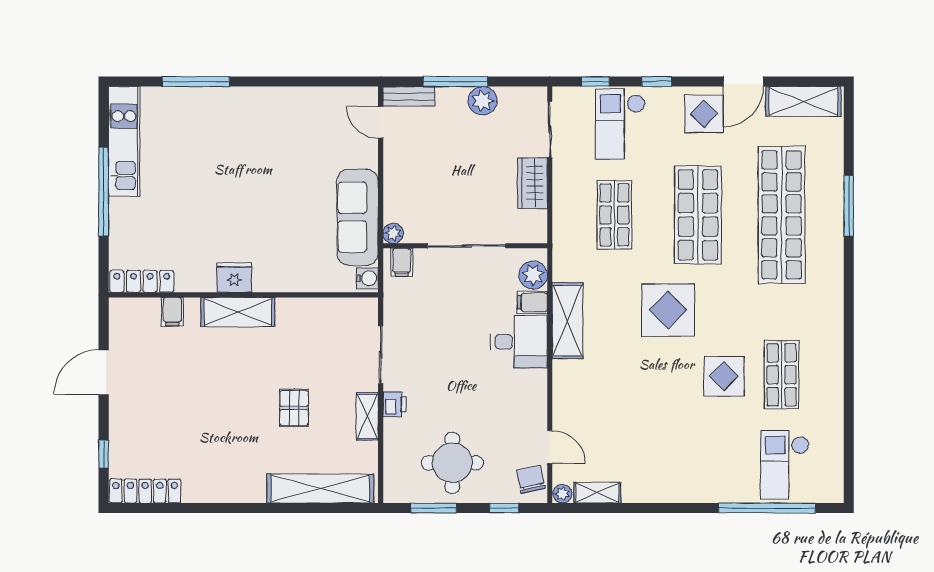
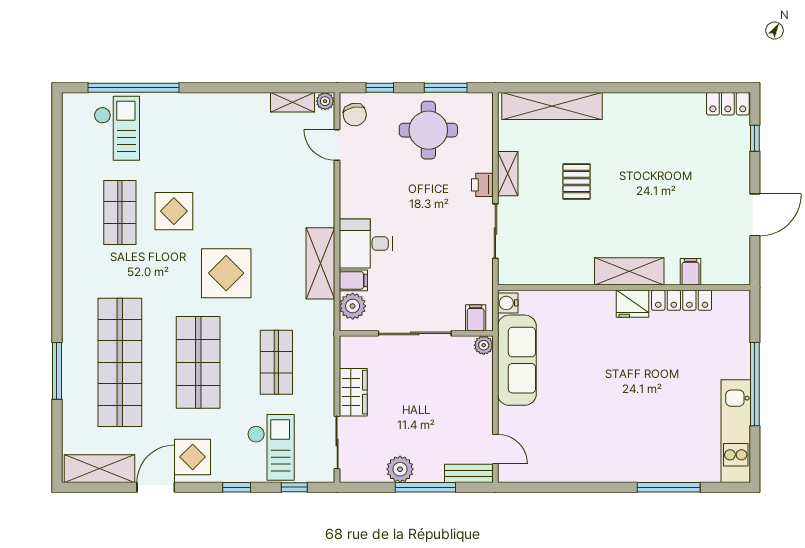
locker: (142, 281) -> (682, 300), moved
locker: (145, 491) -> (728, 104), width x0.66

